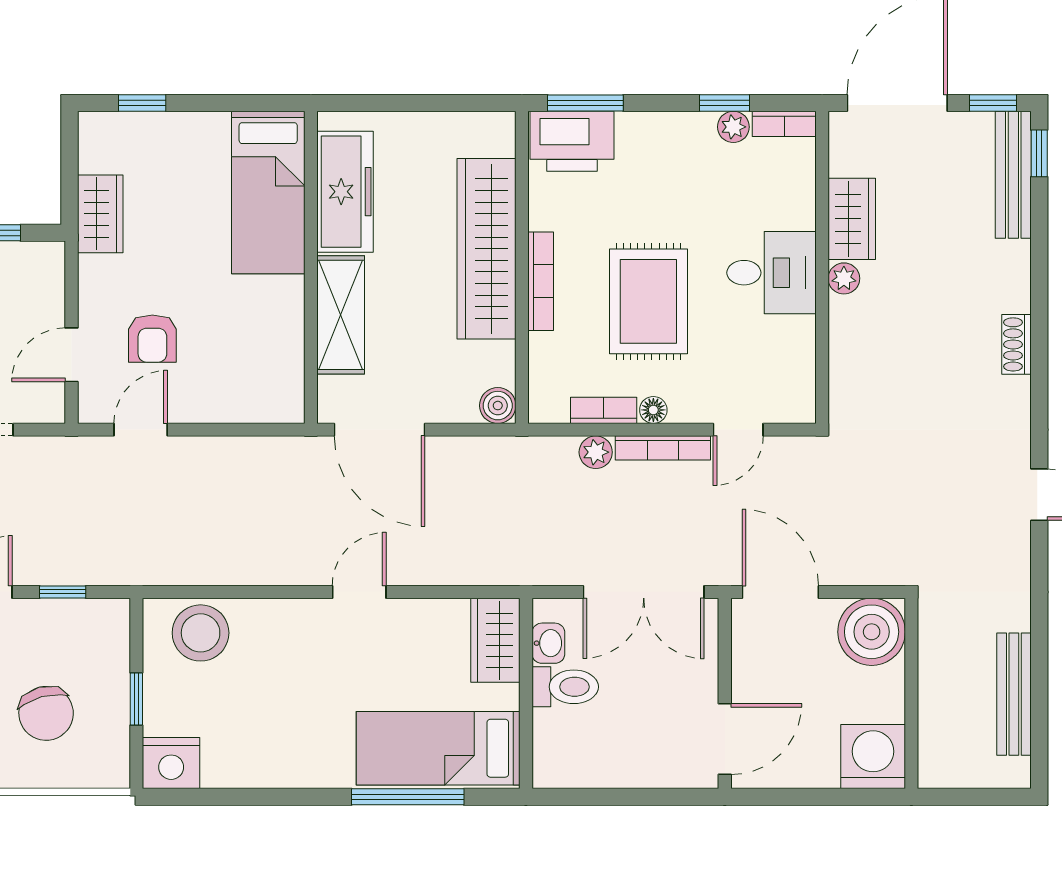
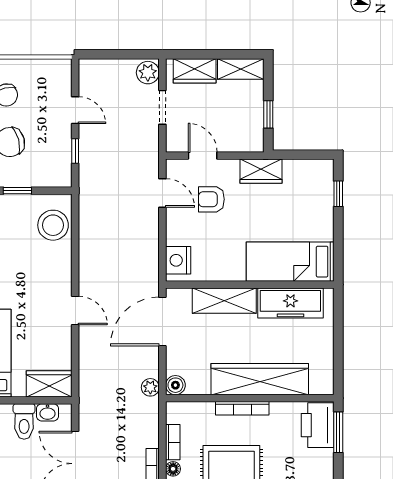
wardrobe: (100, 214) -> (261, 171), moved
nightstand: (266, 400) -> (178, 260), added
plant: (596, 452) -> (150, 387), moved

